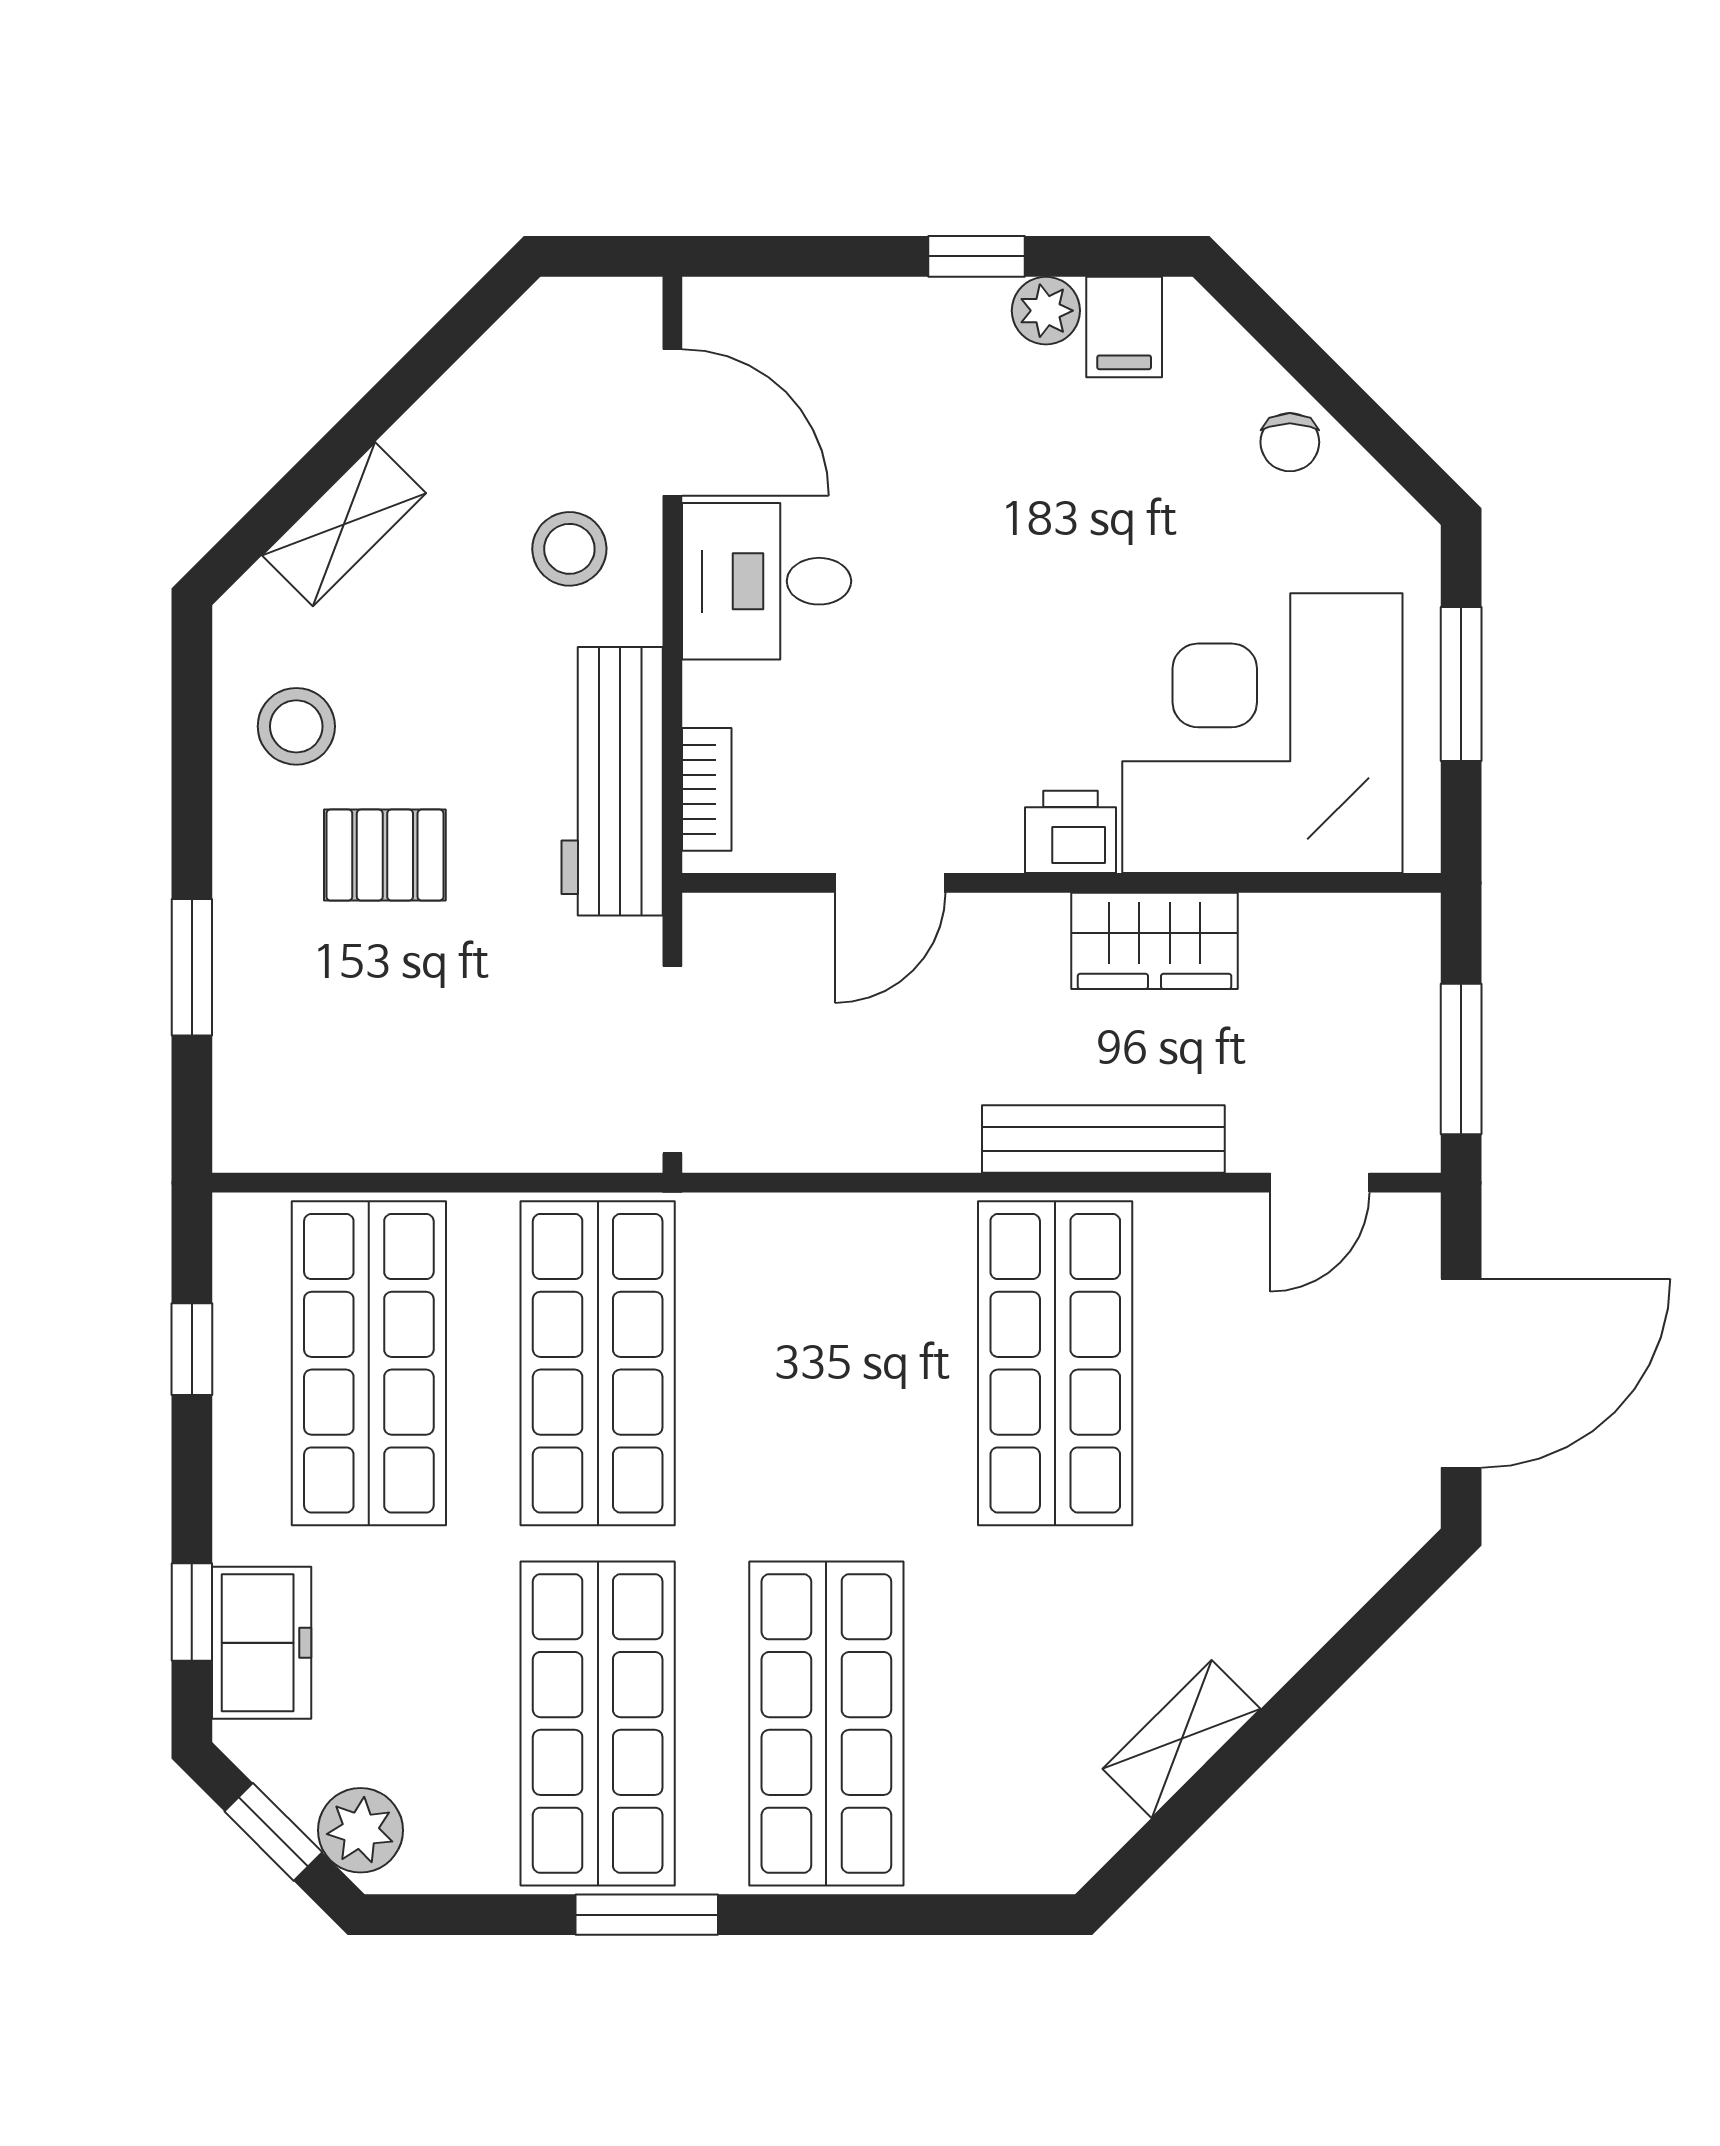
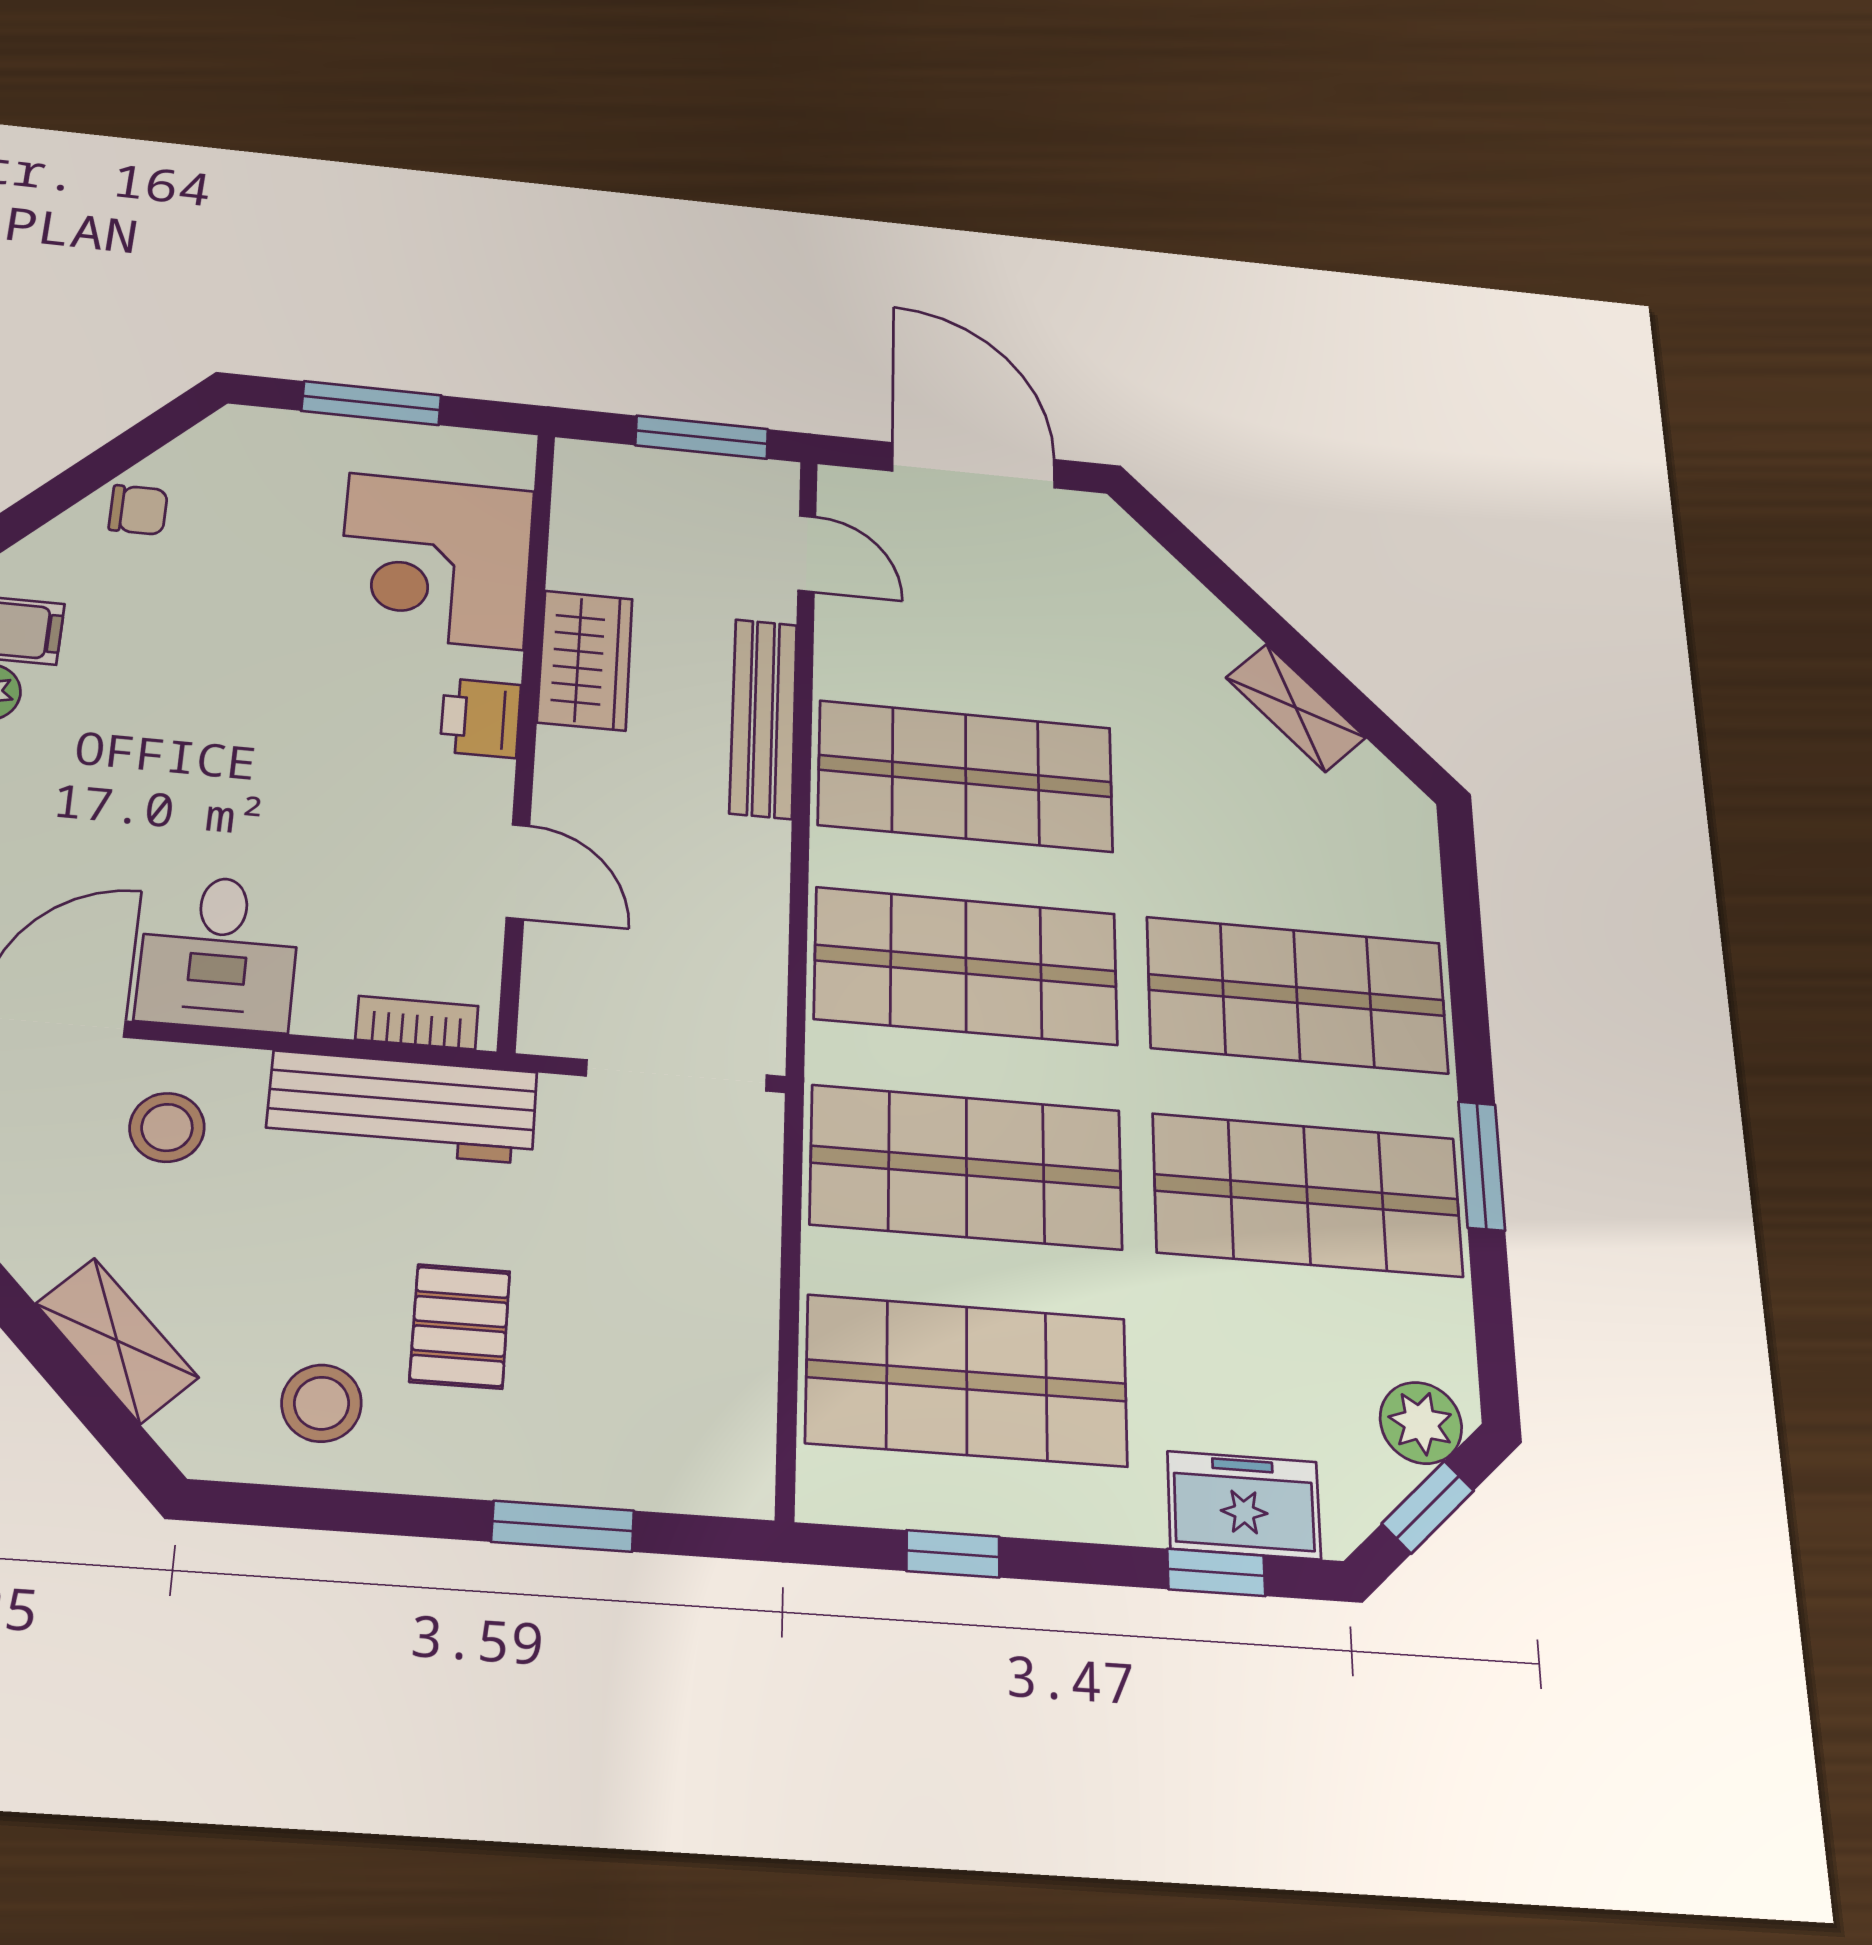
corner desk: (1262, 733) -> (436, 561), width x0.74, depth x0.74
shop shelf: (826, 1363) -> (966, 966), added

